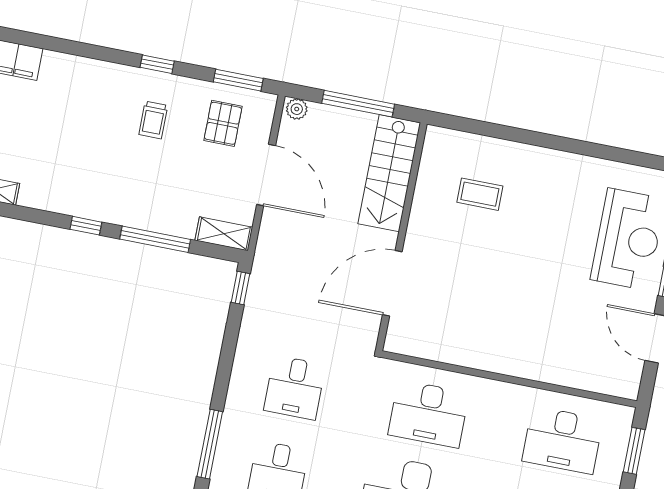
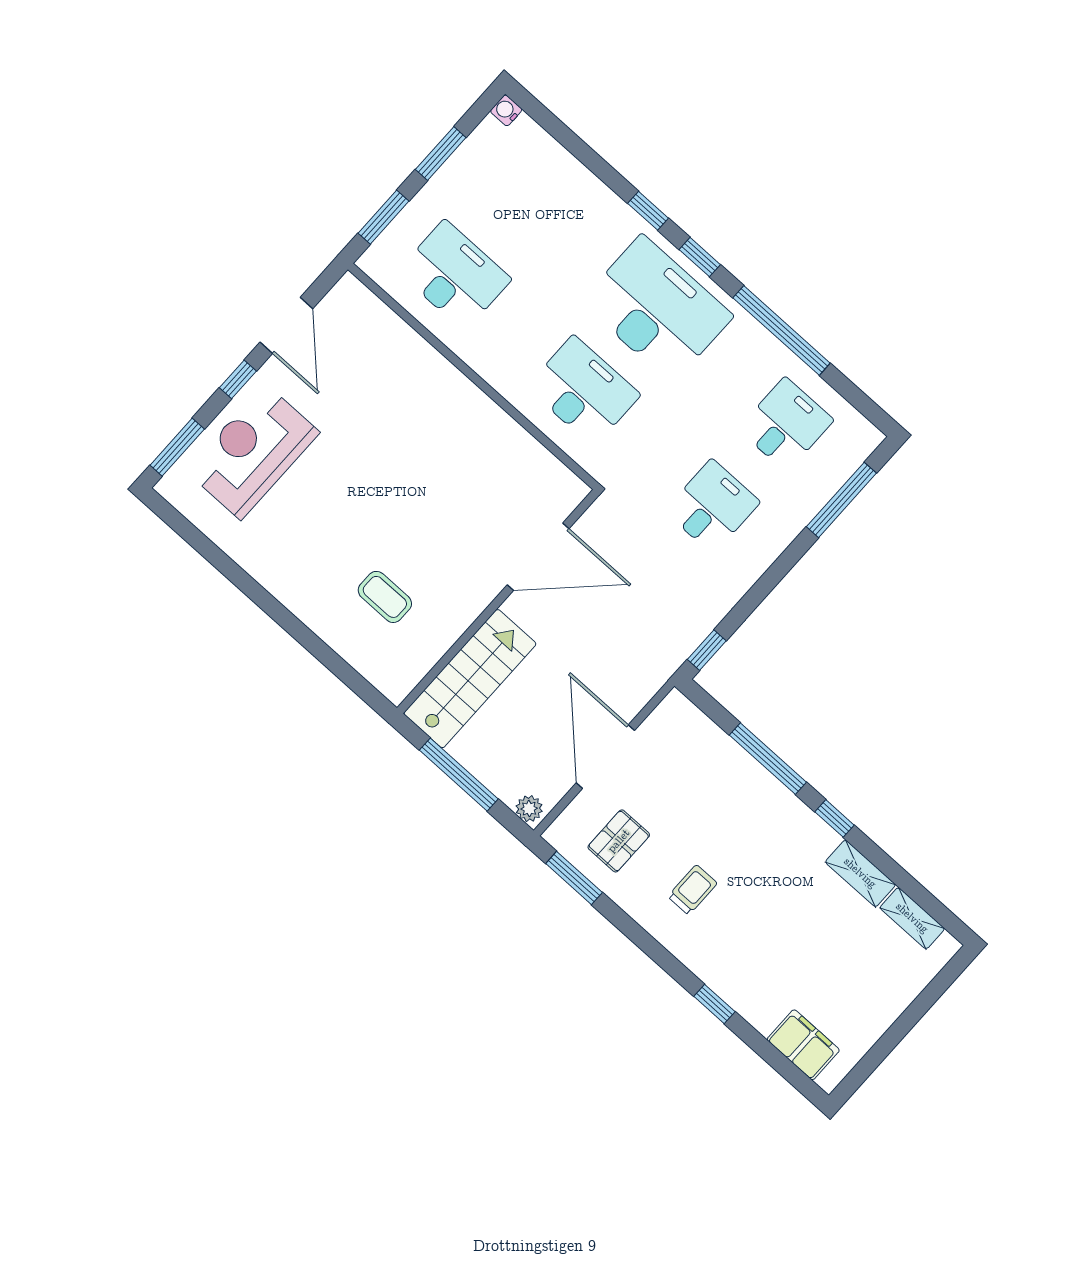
window: (157, 64) -> (714, 1004), moved
shelving: (224, 234) -> (860, 873), moved

